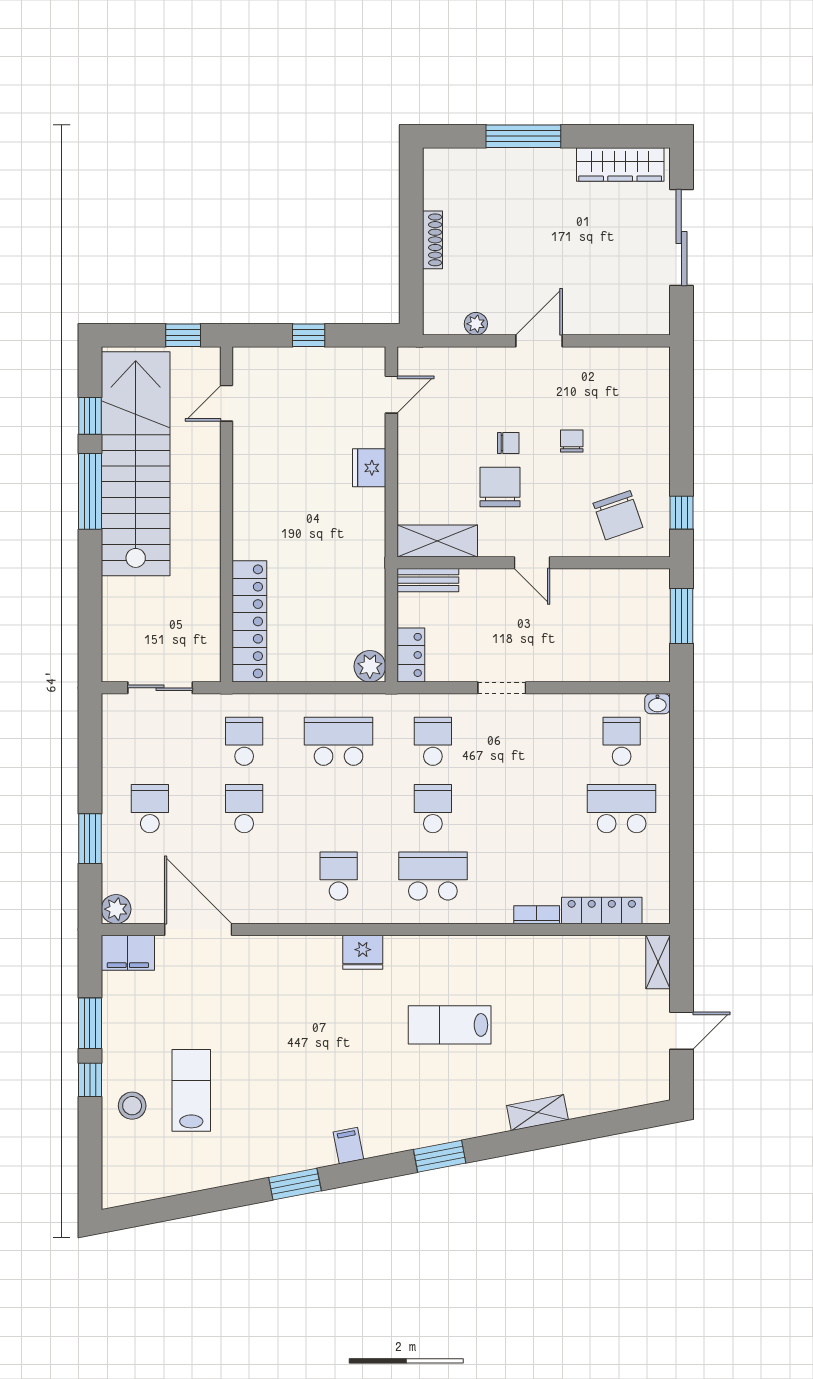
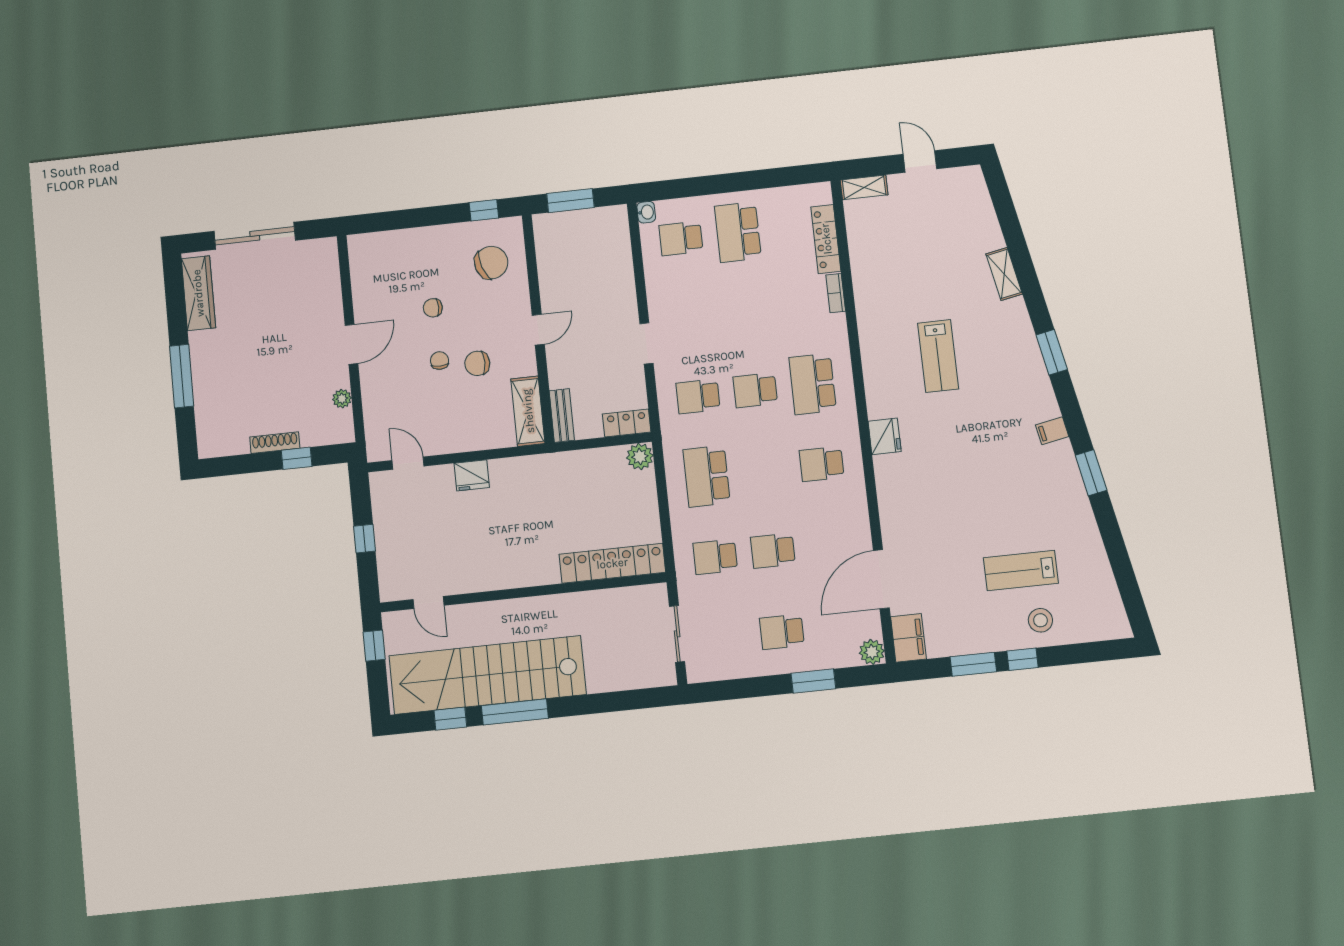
window: (411, 264) -> (297, 458), added
door: (539, 341) -> (351, 344), swing flipped
chair: (500, 487) -> (477, 363), width x0.73, depth x0.73

